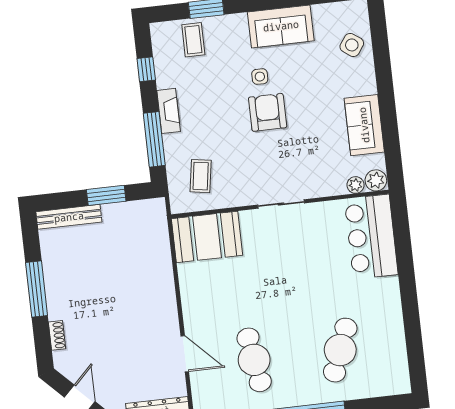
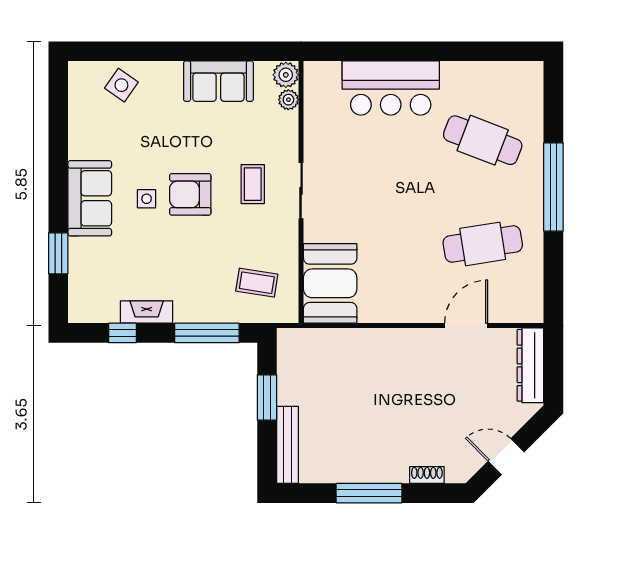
sofa: (281, 26) -> (90, 198), moved
coffee table: (193, 40) -> (253, 184), moved, turned 90
fireplace: (169, 111) -> (147, 312), moved
bar counter: (371, 237) -> (391, 88), moved

